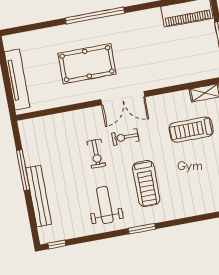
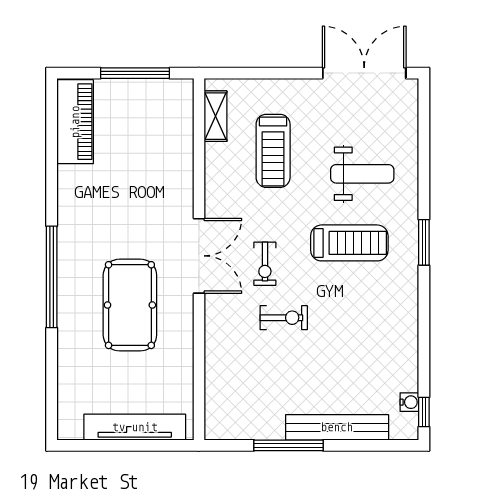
weight bench: (105, 205) -> (362, 174), moved, turned 180
window: (142, 229) -> (424, 242), moved
water cooler: (61, 235) -> (409, 402), added

